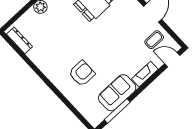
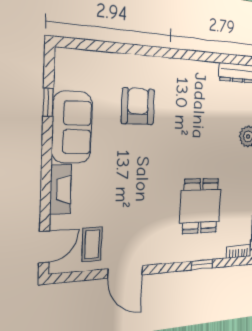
armchair: (82, 73) -> (138, 106), turned 180
window: (117, 111) -> (48, 102), width x0.46

